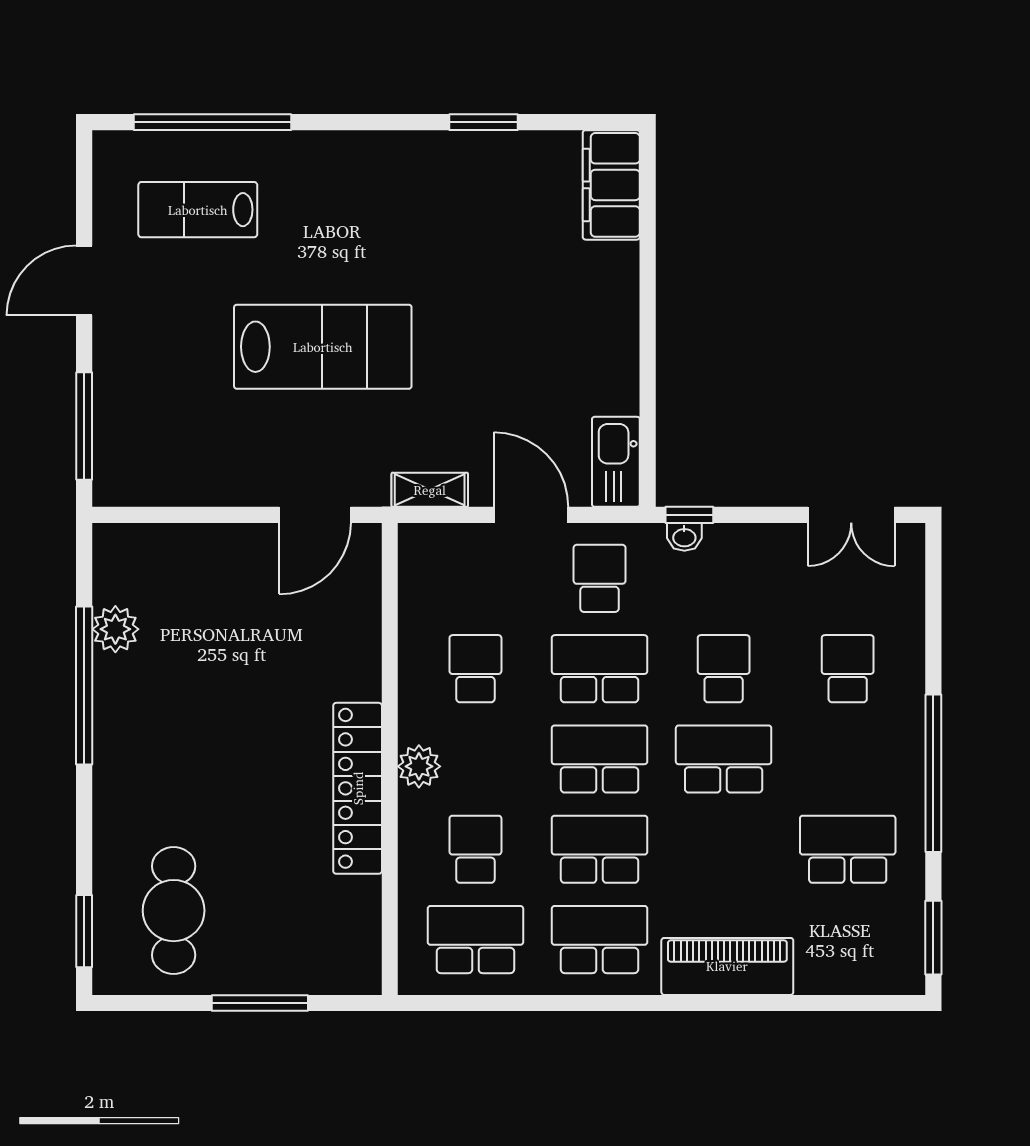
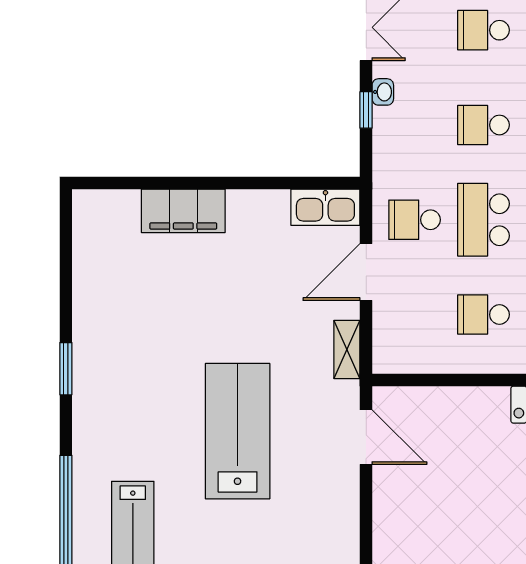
window: (483, 122) -> (66, 369), moved
filing cabinet: (611, 185) -> (183, 211), moved
window: (689, 515) -> (366, 110), moved
washbasin: (684, 537) -> (383, 92), moved

